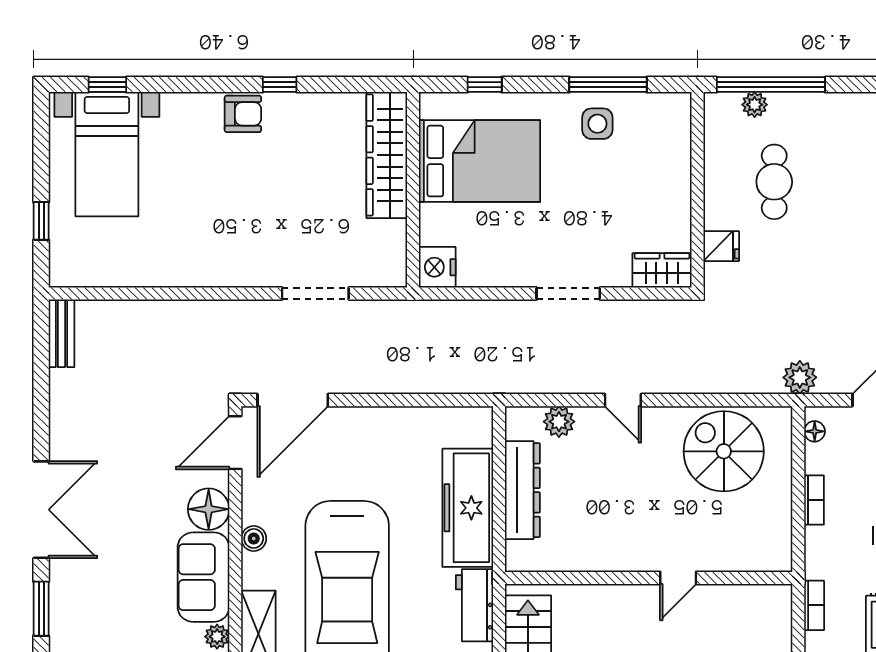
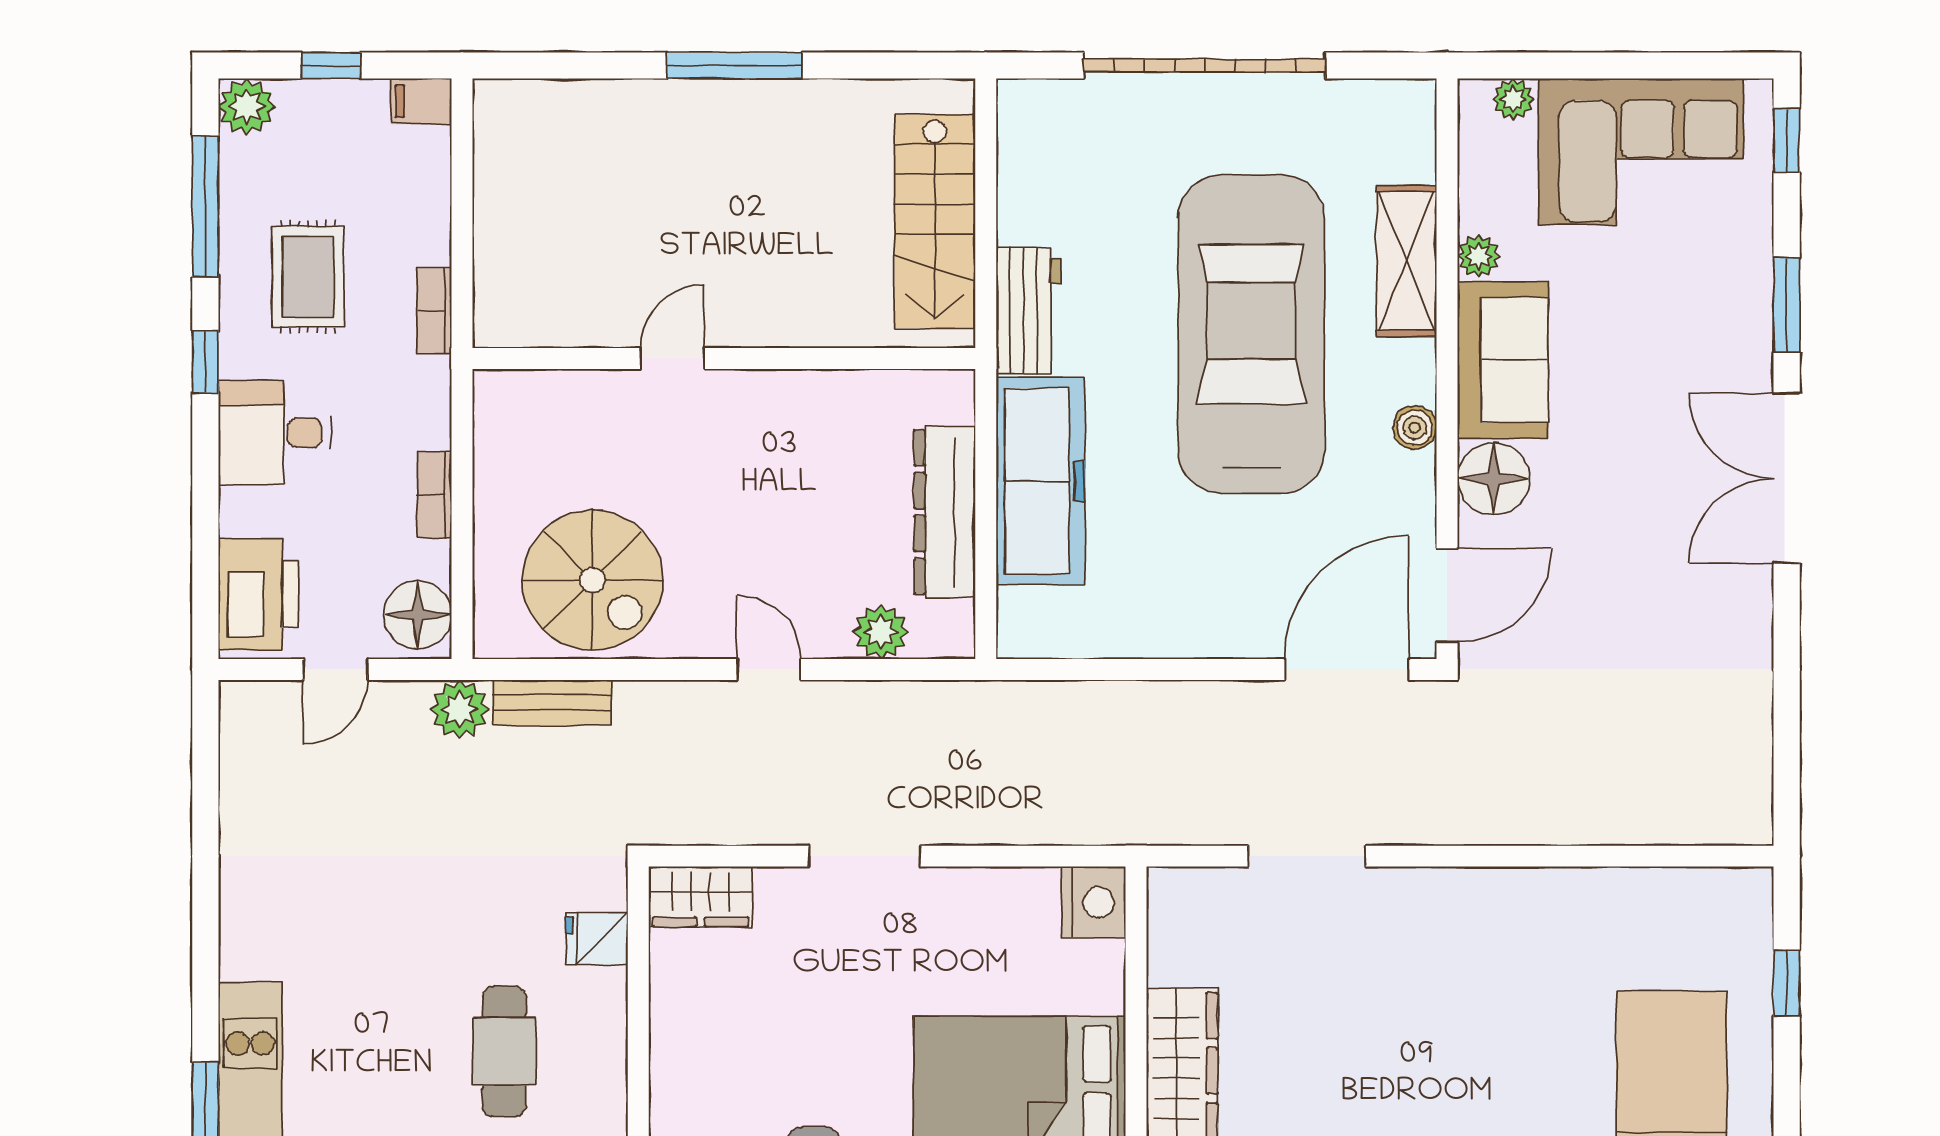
bench: (61, 333) -> (552, 702), moved, turned 90
floor lamp: (815, 431) -> (418, 615), width x1.89, depth x1.89

